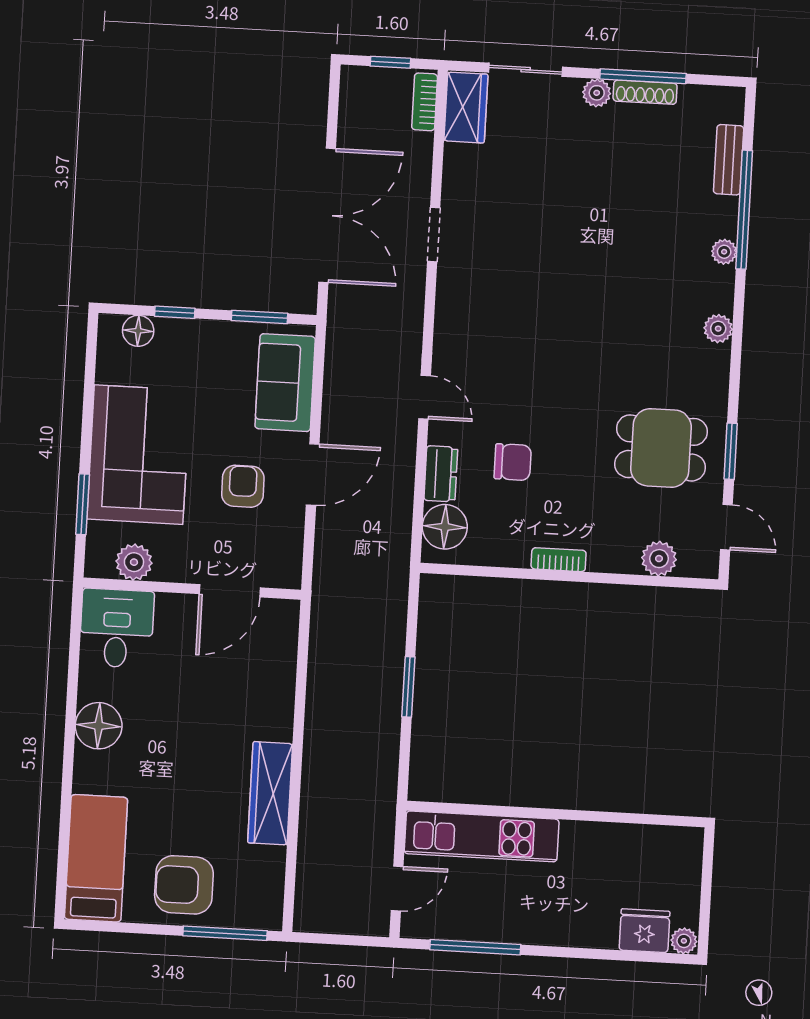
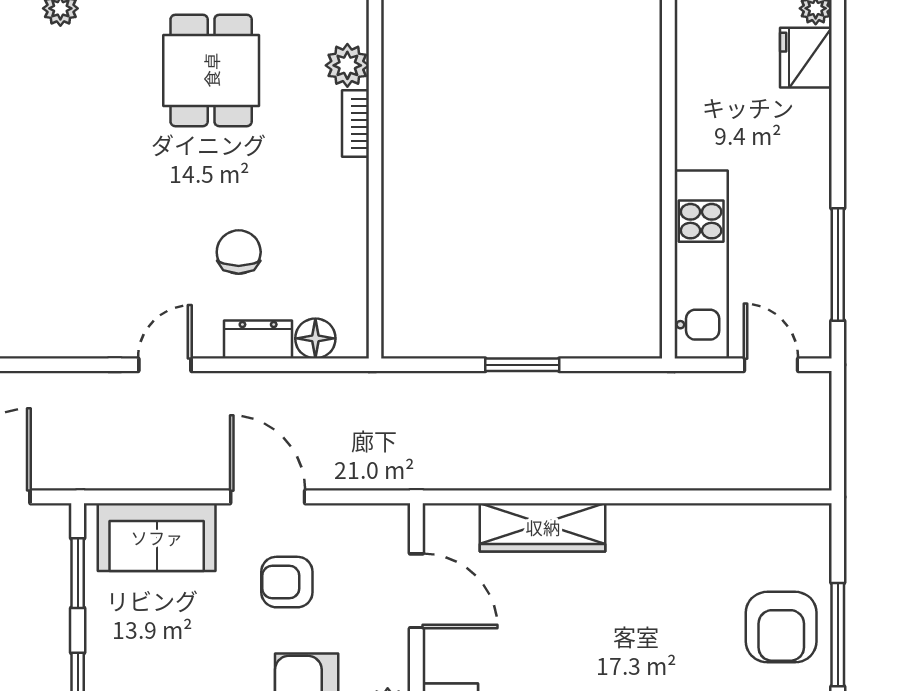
floor lamp: (445, 527) -> (315, 338), width x0.73, depth x0.73
bookcase: (559, 560) -> (356, 123), moved
wardrobe: (270, 793) -> (543, 527), moved
window: (225, 933) -> (838, 635), moved

